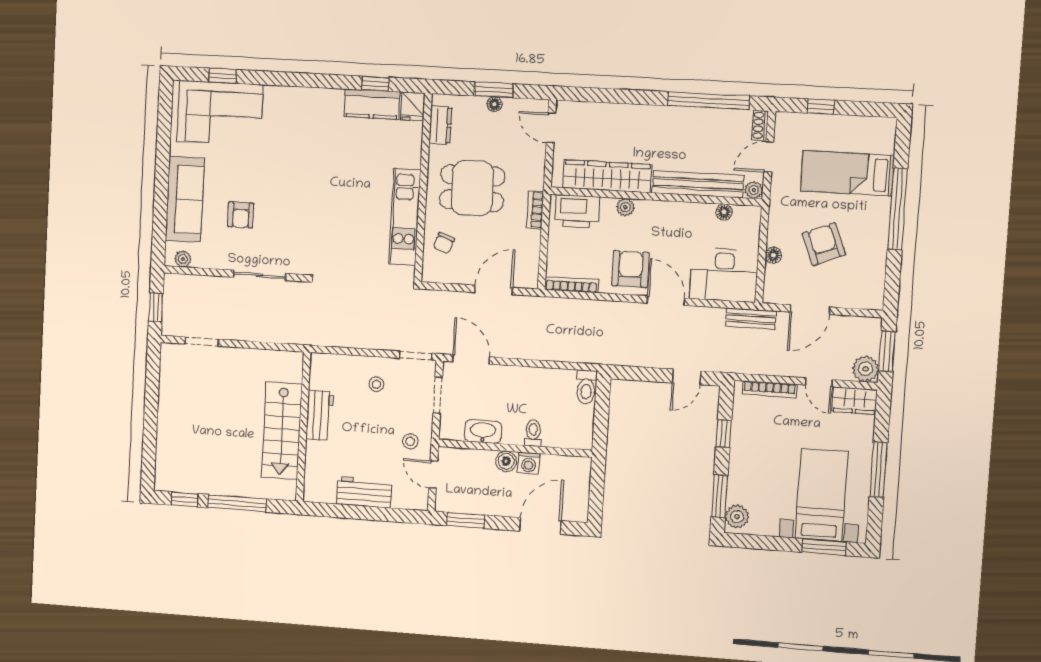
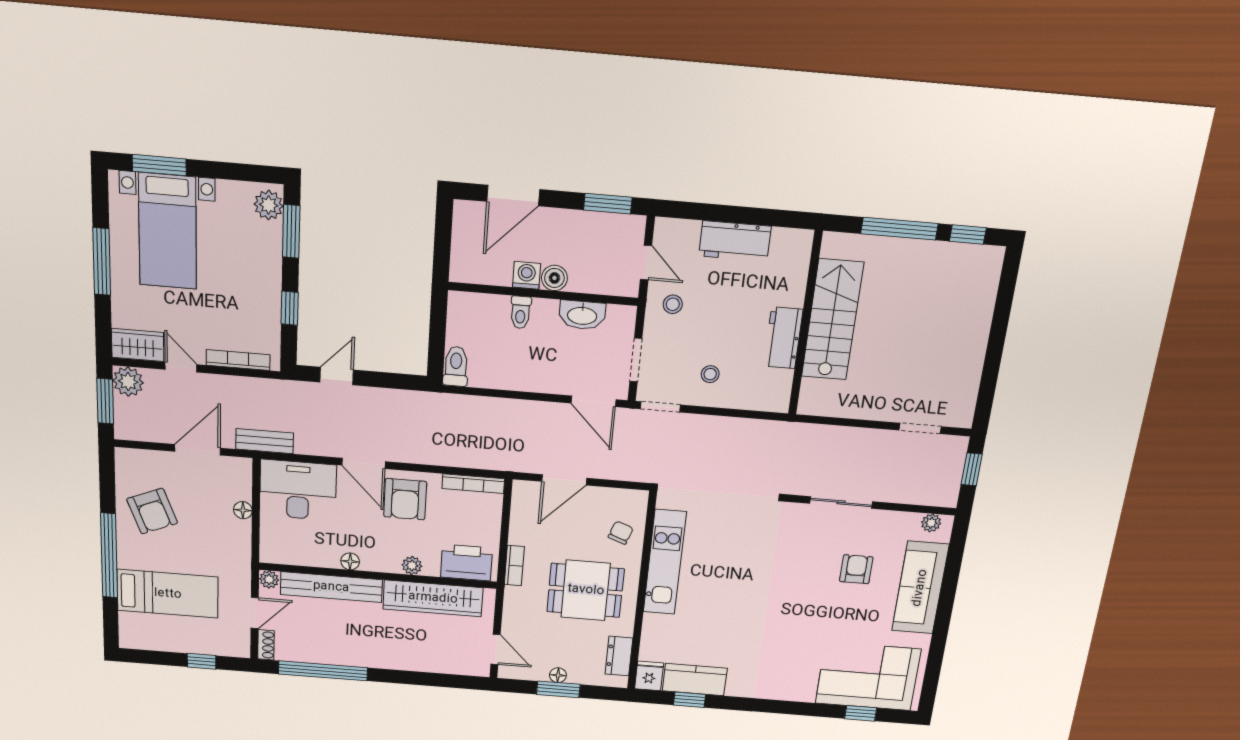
floor lamp: (724, 212) -> (350, 561), moved
armchair: (824, 244) -> (152, 511), moved

